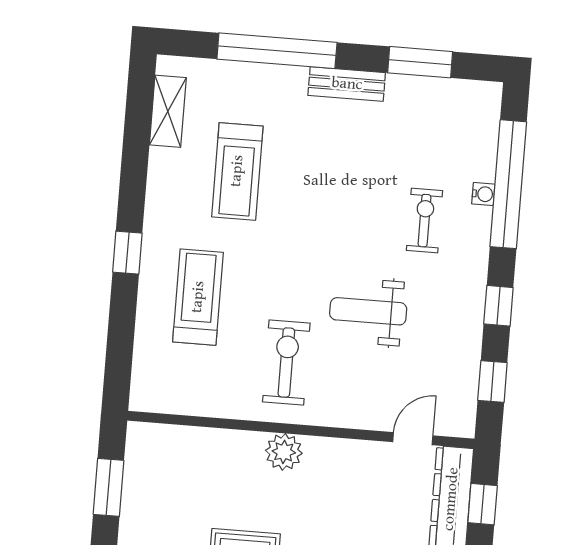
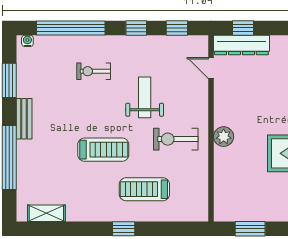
treadmill: (237, 171) -> (103, 150), moved
water cooler: (483, 194) -> (27, 41), moved
weight bench: (368, 311) -> (145, 97), turned 180

